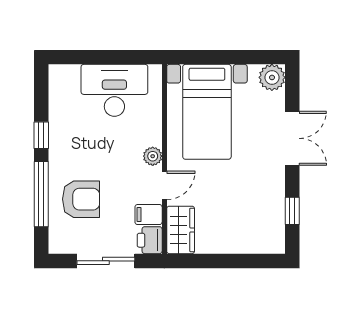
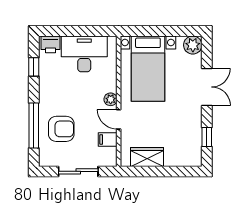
window: (41, 135) -> (34, 67), moved
door: (164, 185) -> (119, 119), swing flipped
wardrobe: (181, 230) -> (147, 157), moved, turned -90
printer: (150, 240) -> (51, 44), moved, turned -90

